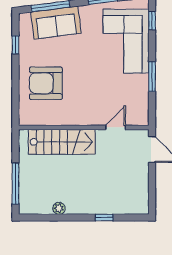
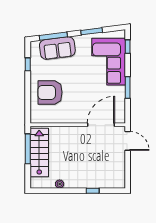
door: (116, 127) -> (101, 125), width x1.87
stairs: (62, 142) -> (39, 152), moved, turned -90
window: (15, 184) -> (28, 149), moved

